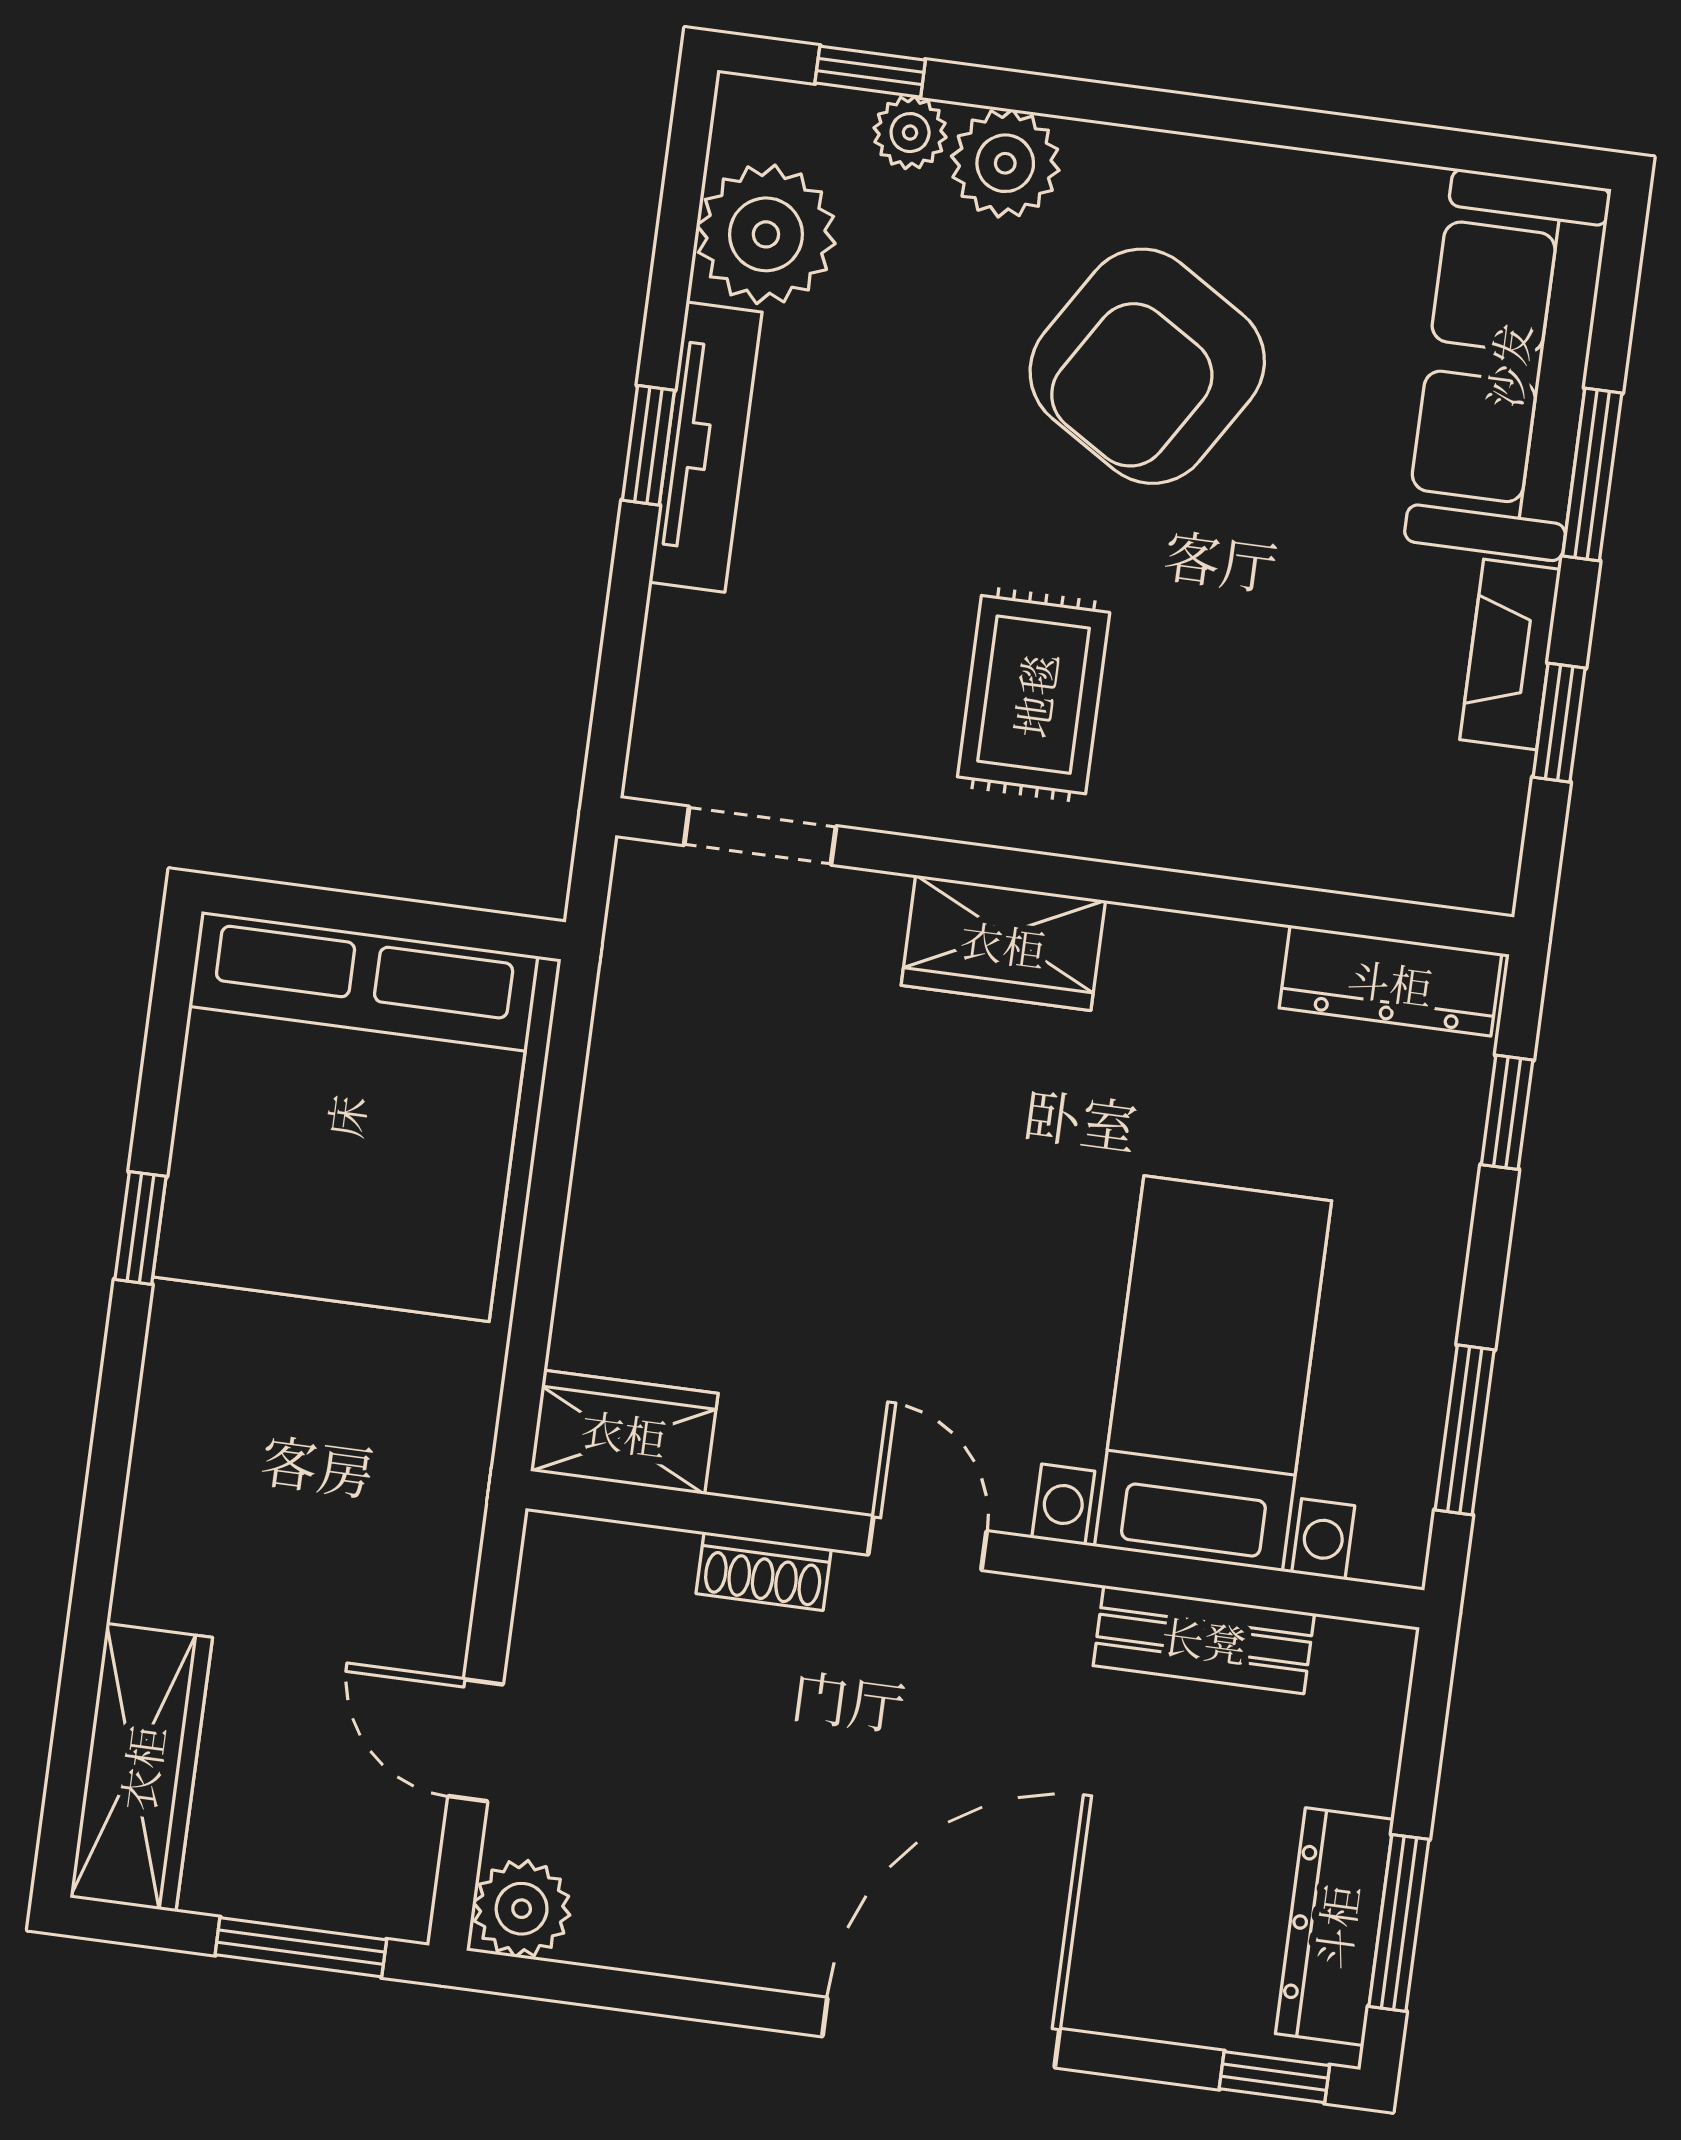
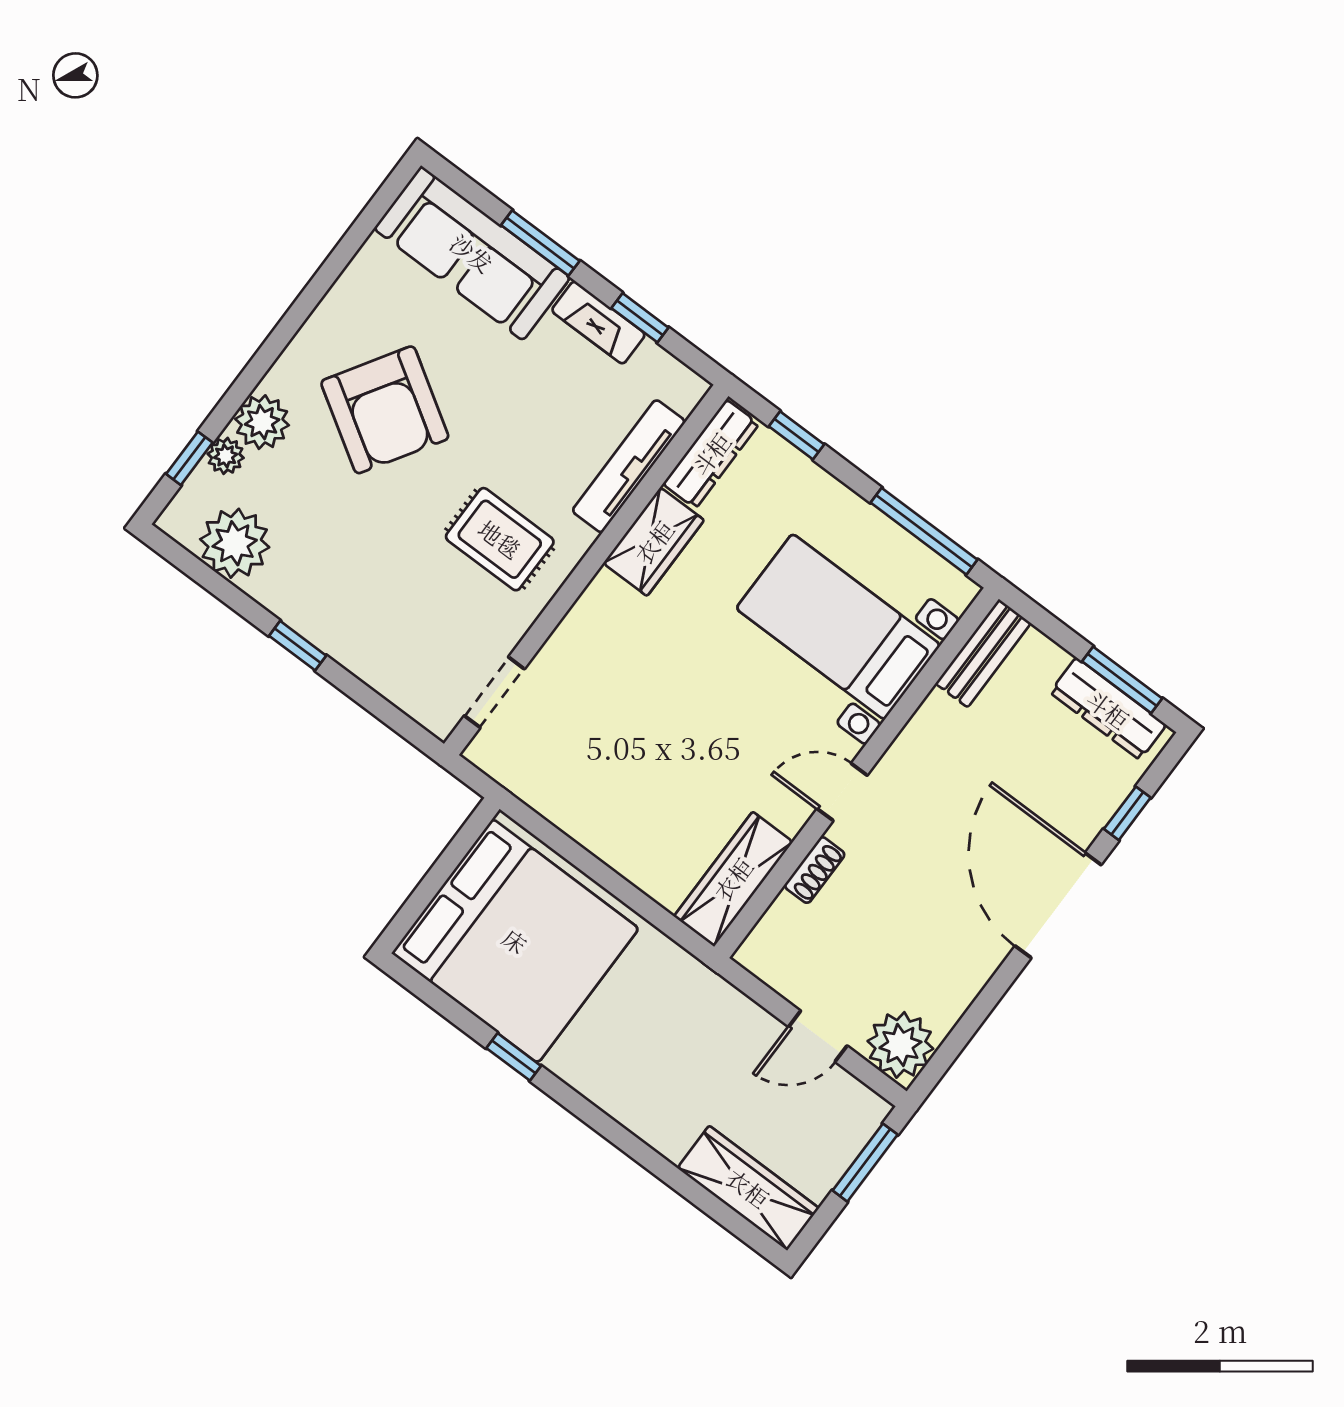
tv unit: (706, 447) -> (629, 466), moved, turned -90
wardrobe: (1003, 943) -> (654, 542), moved
window: (1465, 1430) -> (924, 531), width x1.44
wardrobe: (624, 1432) -> (733, 879), width x1.50
bench: (1204, 1639) -> (983, 653), moved
plant: (522, 1909) -> (900, 1045), width x1.36, depth x1.36
window: (1274, 2077) -> (1127, 813), moved

